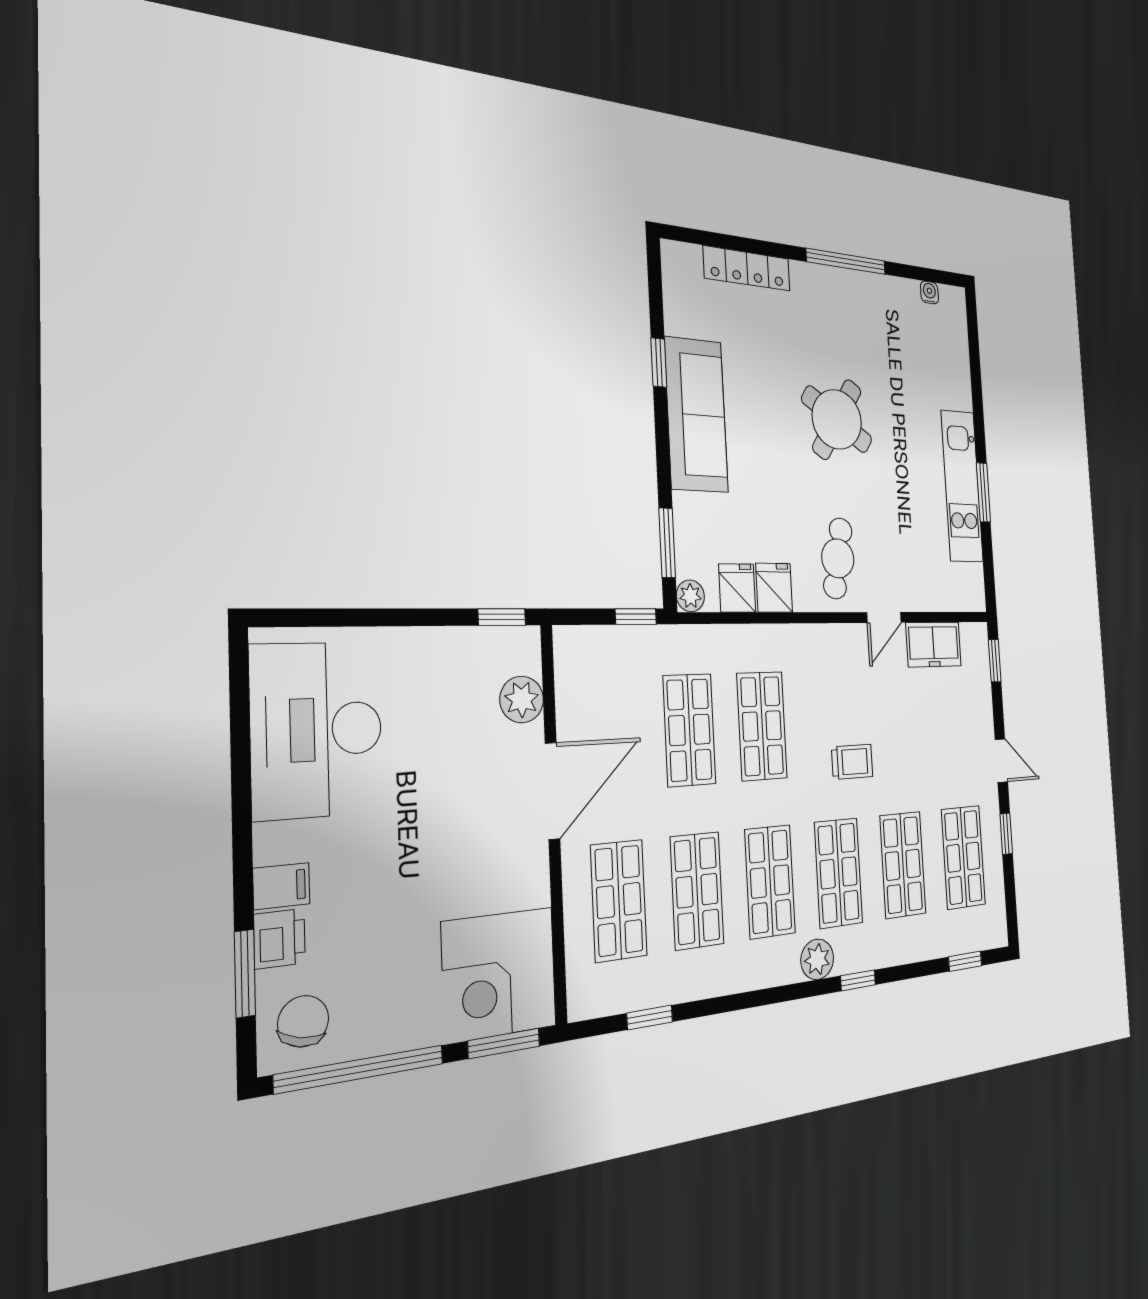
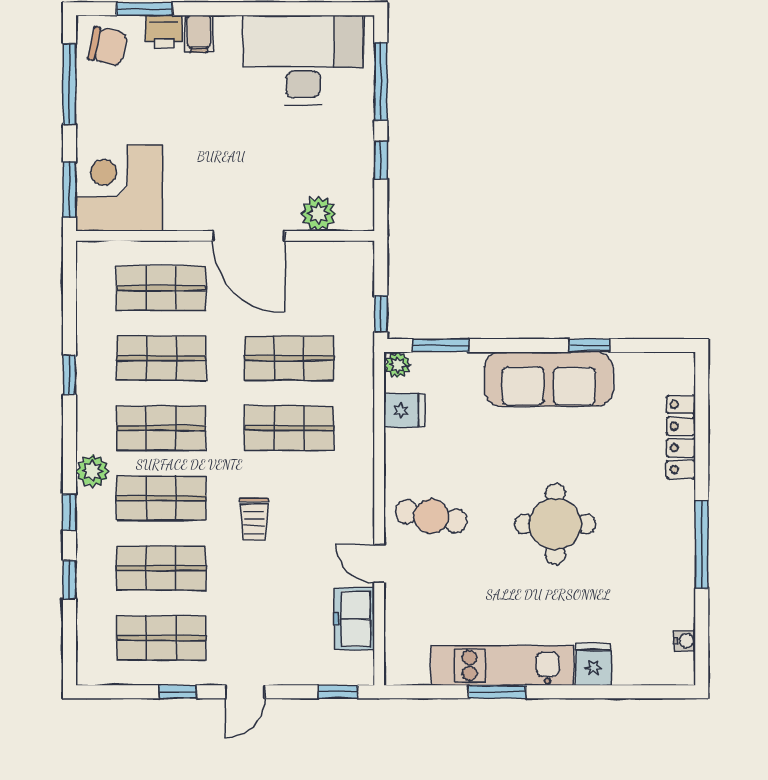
round table: (837, 419) -> (555, 524), turned -33
fridge: (774, 588) -> (593, 665), moved, turned -90
window: (502, 617) -> (381, 160), moved
window: (345, 618) -> (381, 81), added
window: (965, 961) -> (69, 580), moved
window: (650, 1017) -> (69, 375), moved
window: (360, 1069) -> (69, 84), width x0.68

